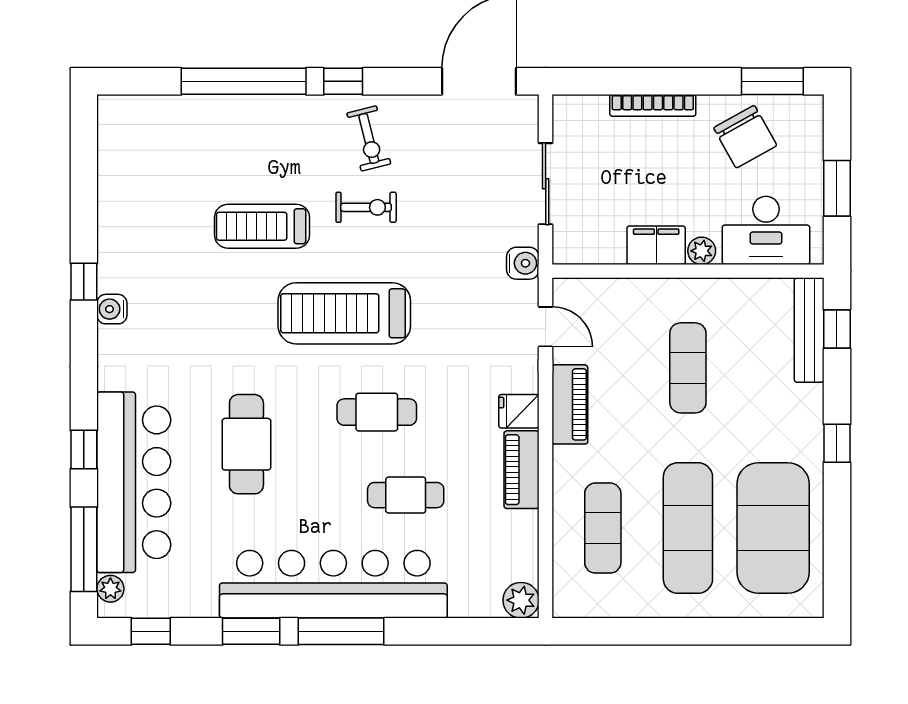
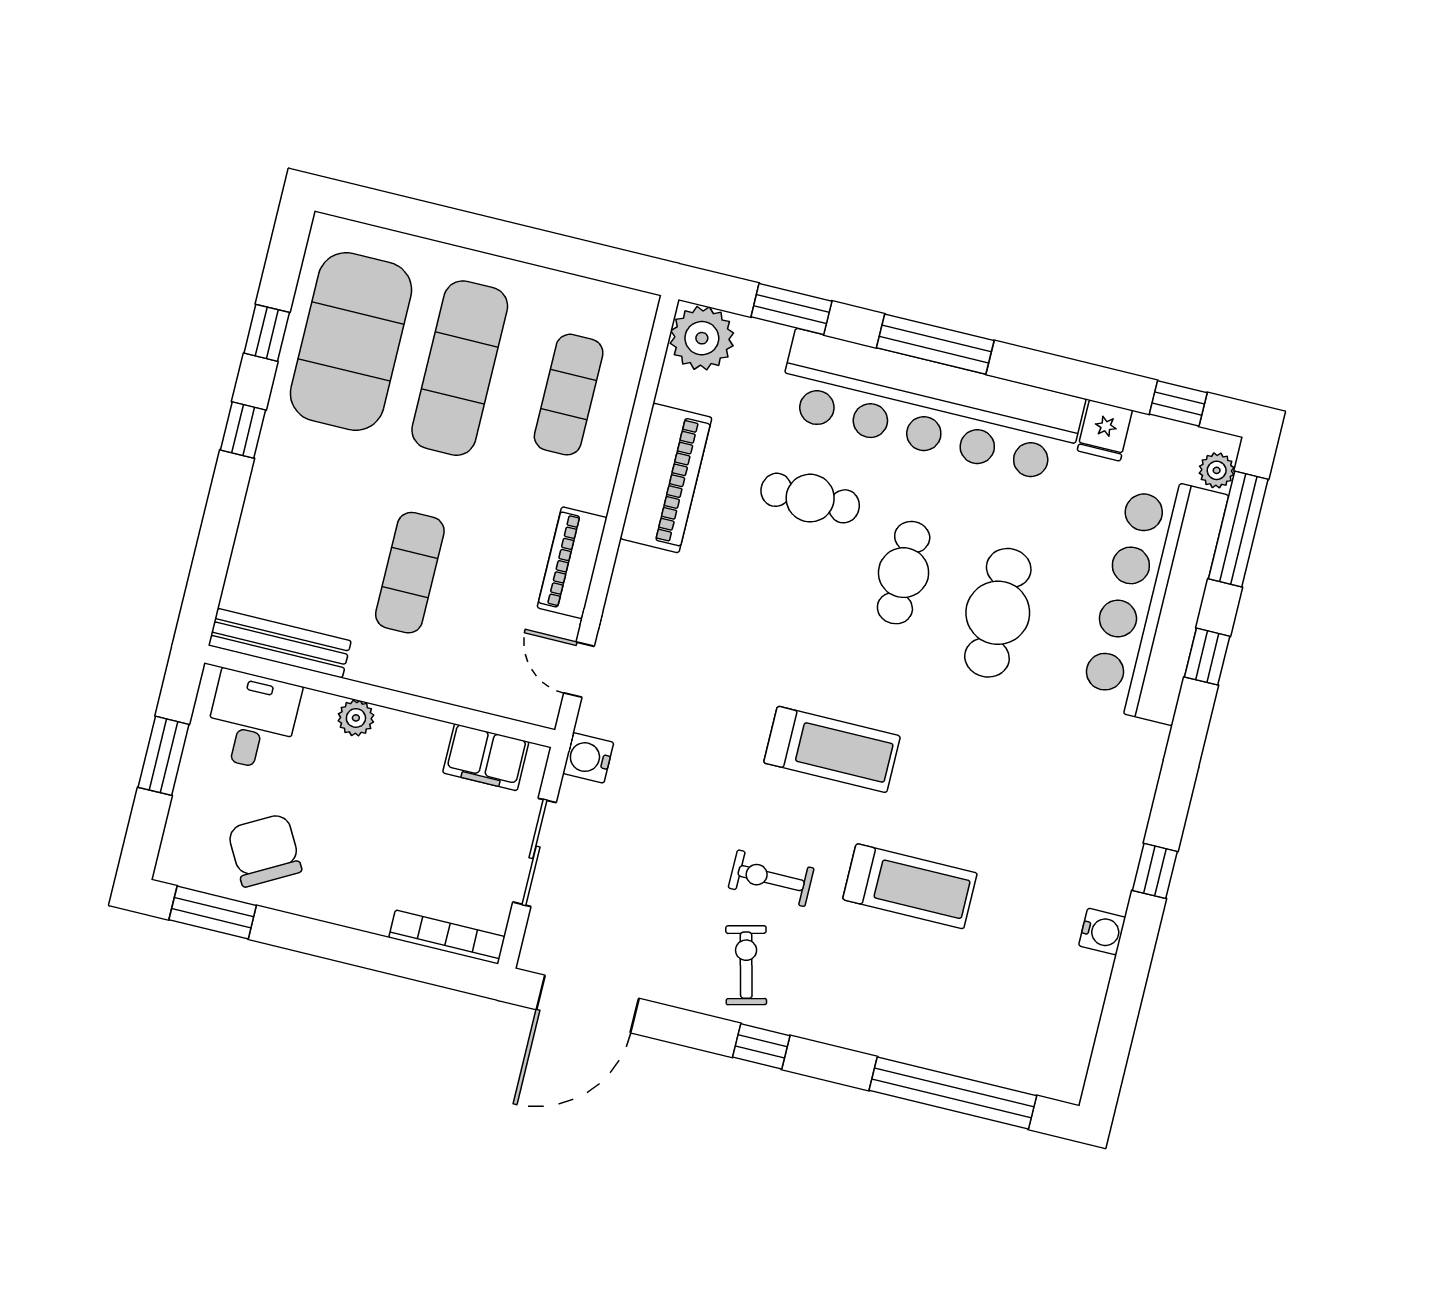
window: (244, 81) -> (953, 1093), moved
bookcase: (653, 105) -> (447, 937), moved
desk: (766, 230) -> (252, 720), width x0.73
filing cabinet: (656, 245) -> (486, 757), moved
water cooler: (112, 309) -> (1102, 932), moved
treadmill: (344, 313) -> (832, 749), width x0.73, depth x0.73
window: (837, 329) -> (267, 333), moved
bench: (809, 330) -> (280, 643), moved, turned 90
fridge: (519, 411) -> (1105, 430), moved, turned 90
cafe table: (377, 412) -> (904, 573), moved, turned 90
piano: (522, 470) -> (666, 478), width x1.37, depth x1.33
plant: (521, 600) -> (702, 338), width x1.36, depth x1.36
window: (251, 631) -> (791, 309), moved

